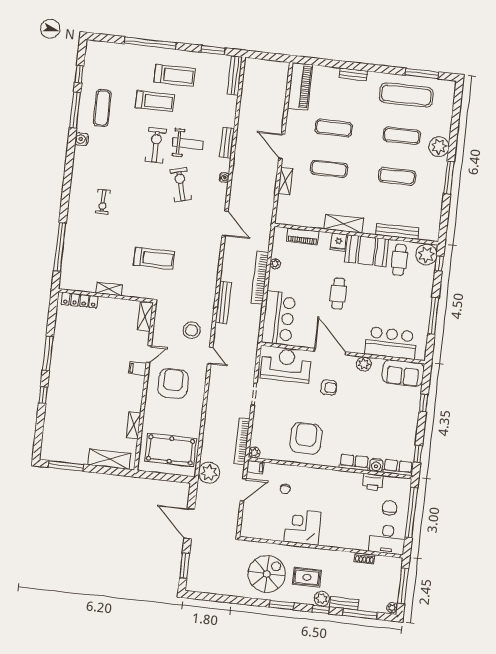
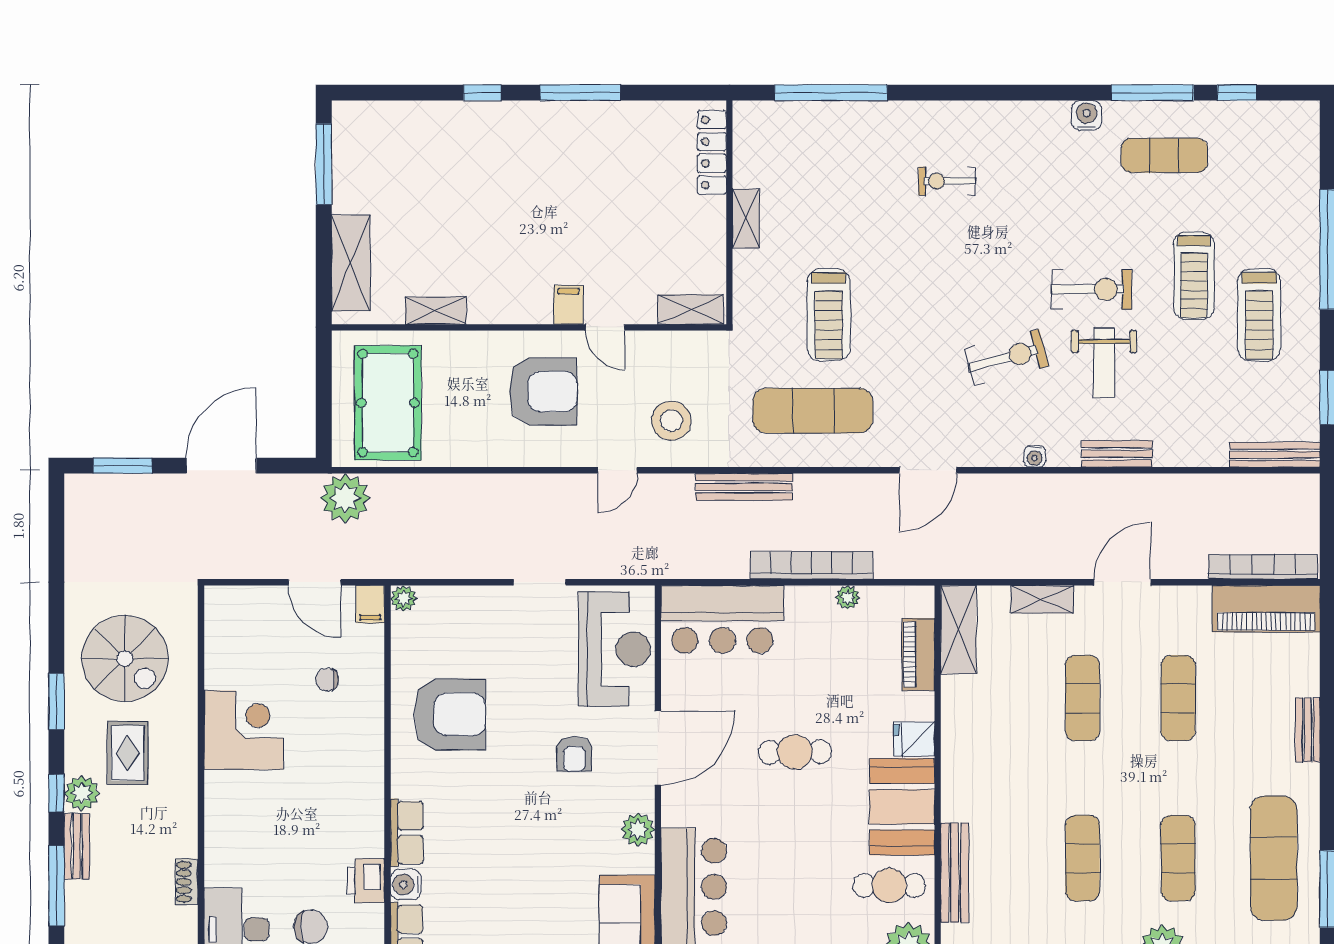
shelving: (344, 224) -> (958, 630), moved
exercise mat: (194, 270) -> (813, 411), added
bookcase: (242, 441) -> (1263, 567), moved

